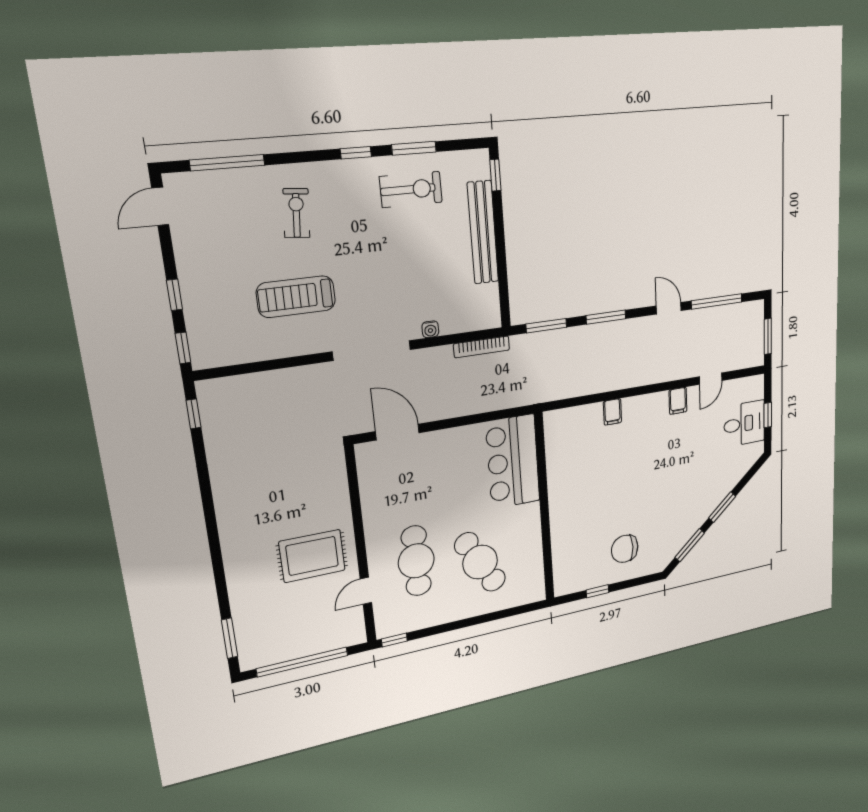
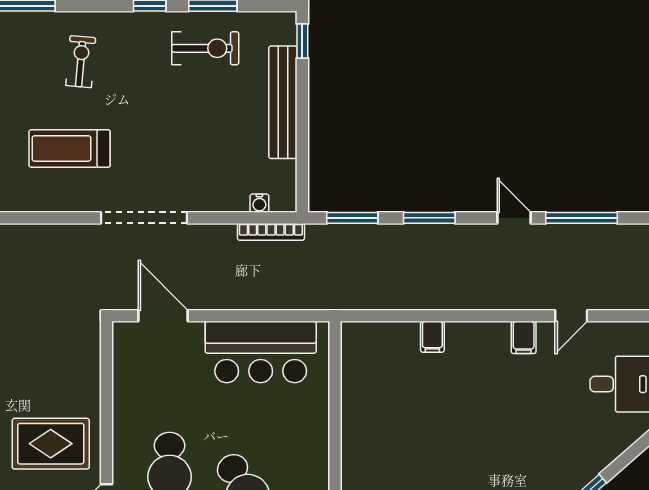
water cooler: (430, 329) -> (259, 203), moved
bar counter: (513, 462) -> (261, 352), moved, turned -90

